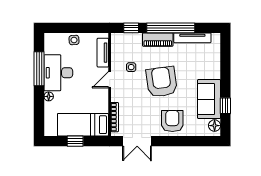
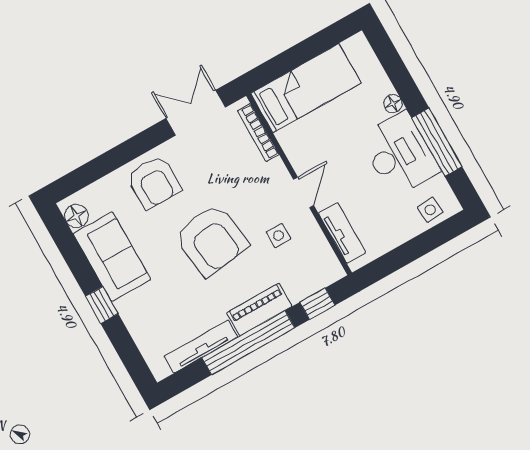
side table: (74, 40) -> (430, 210), moved
window: (225, 106) -> (102, 305), moved
window: (75, 141) -> (303, 52), removed

